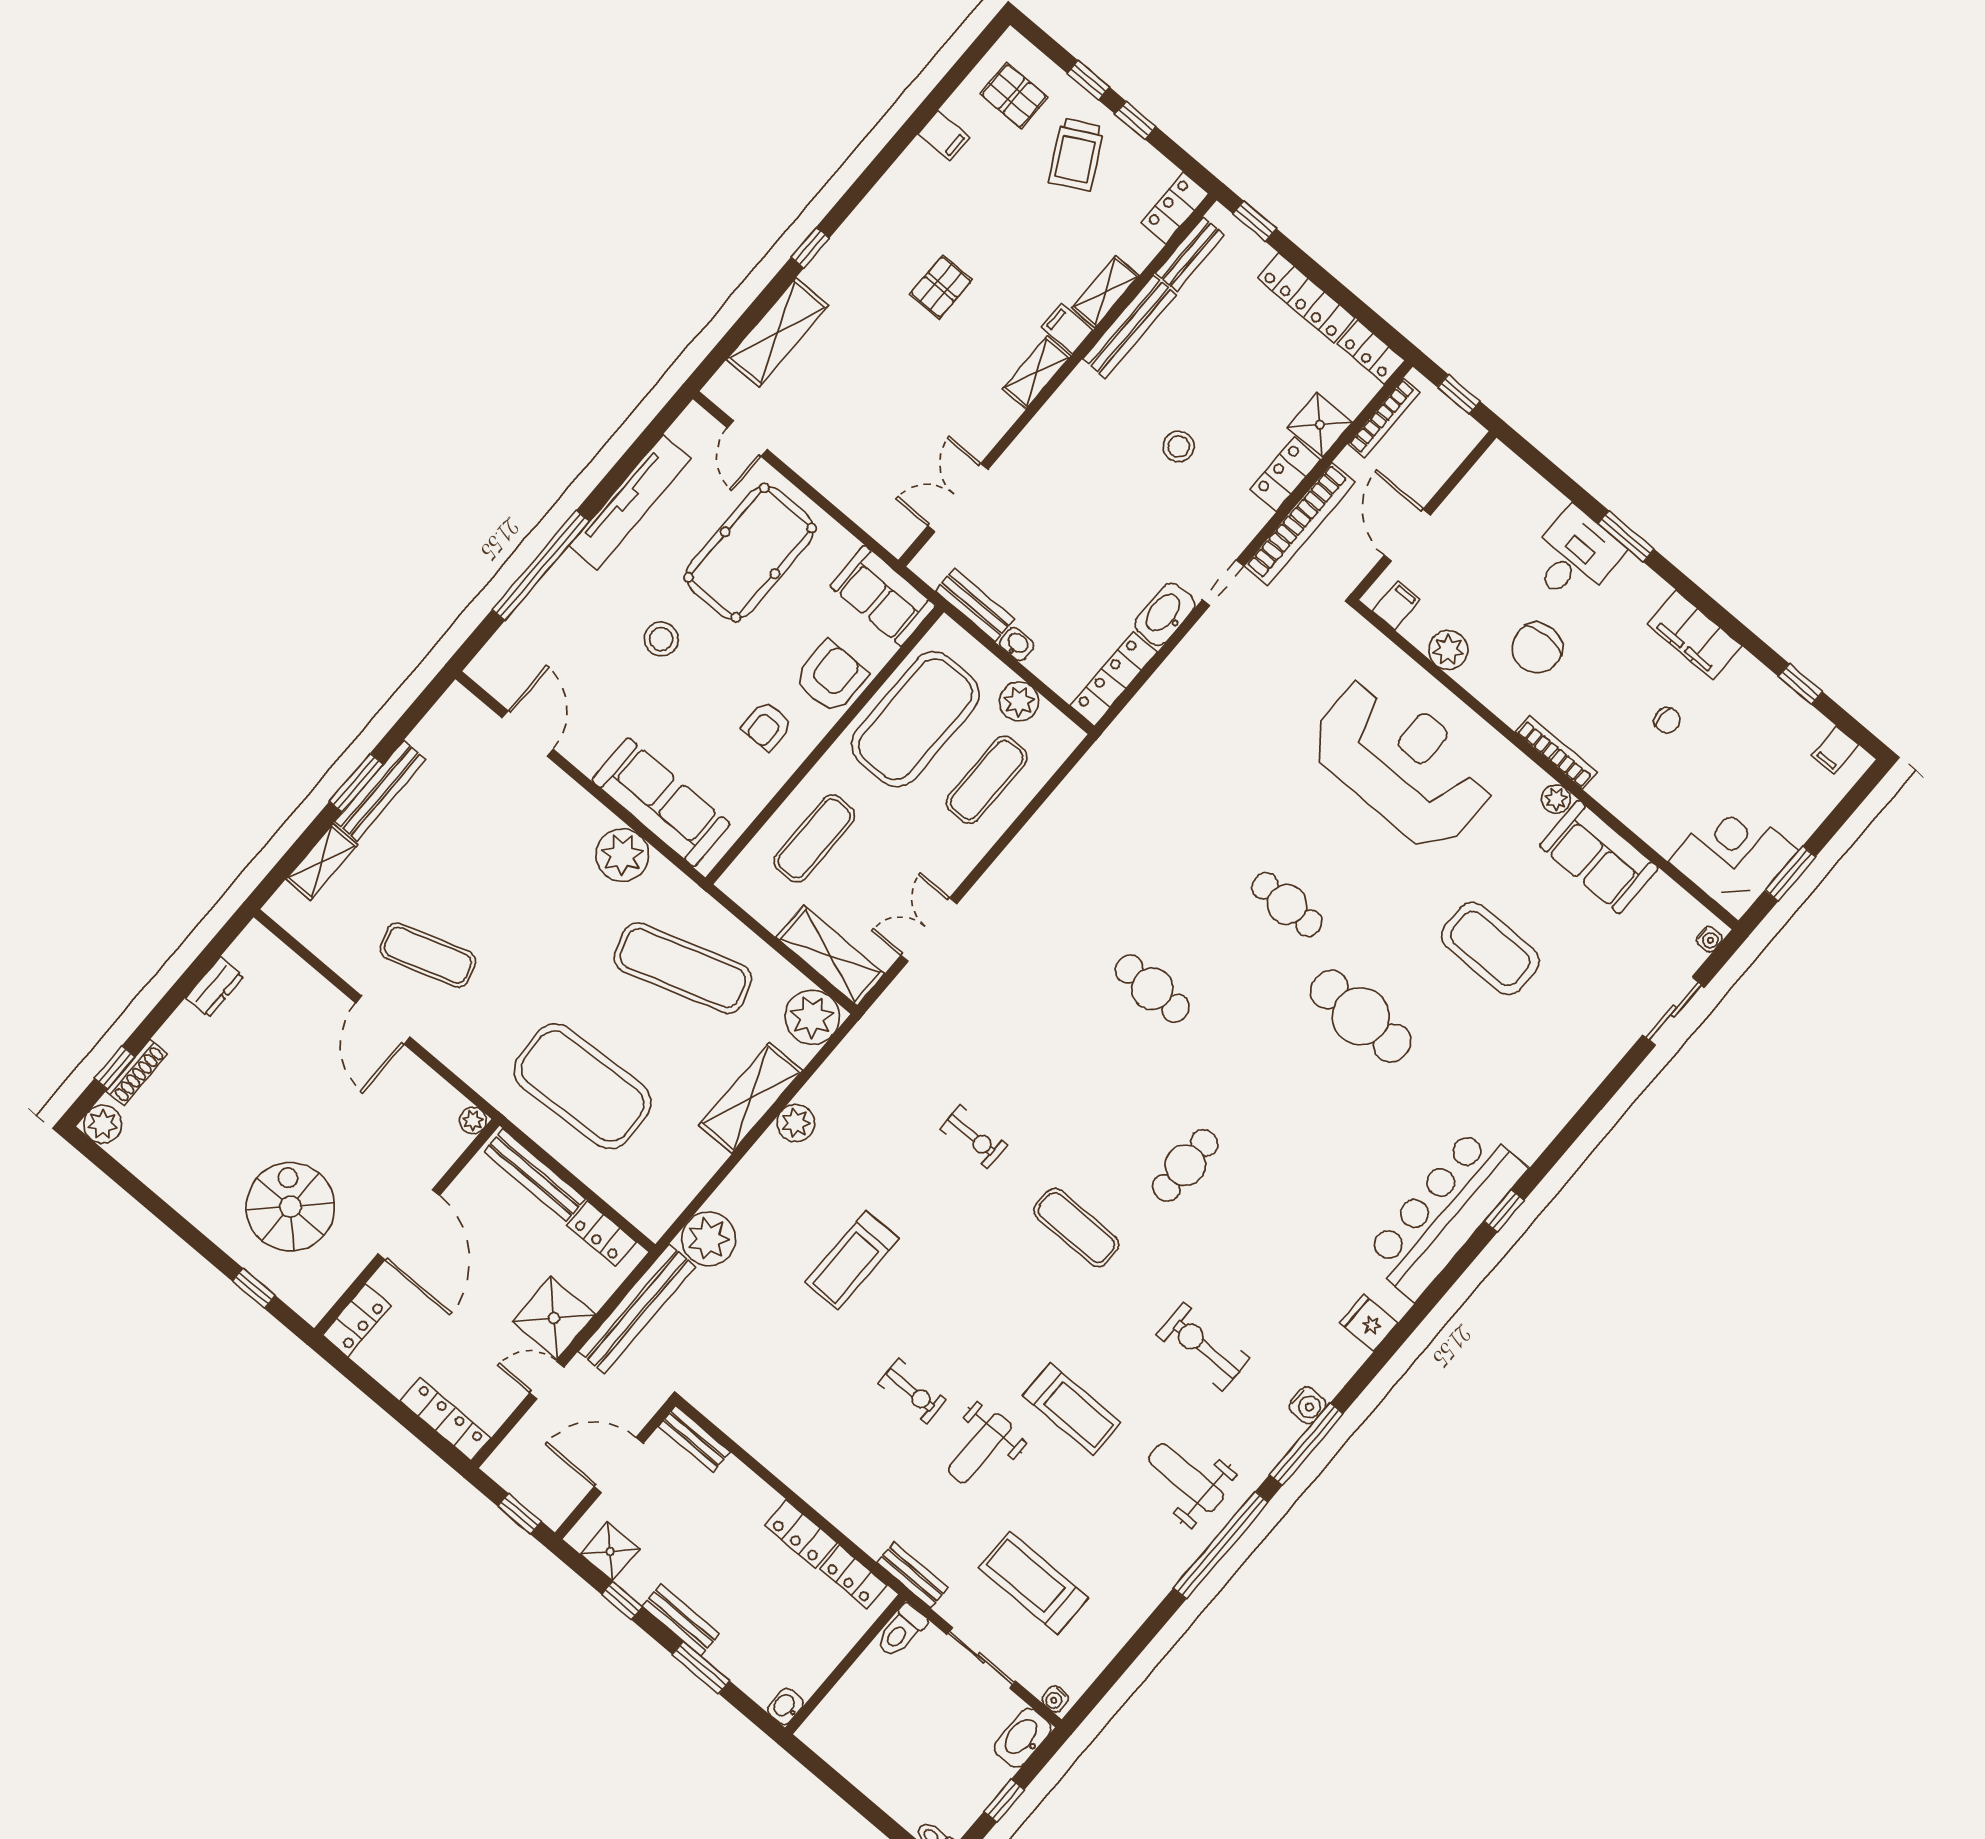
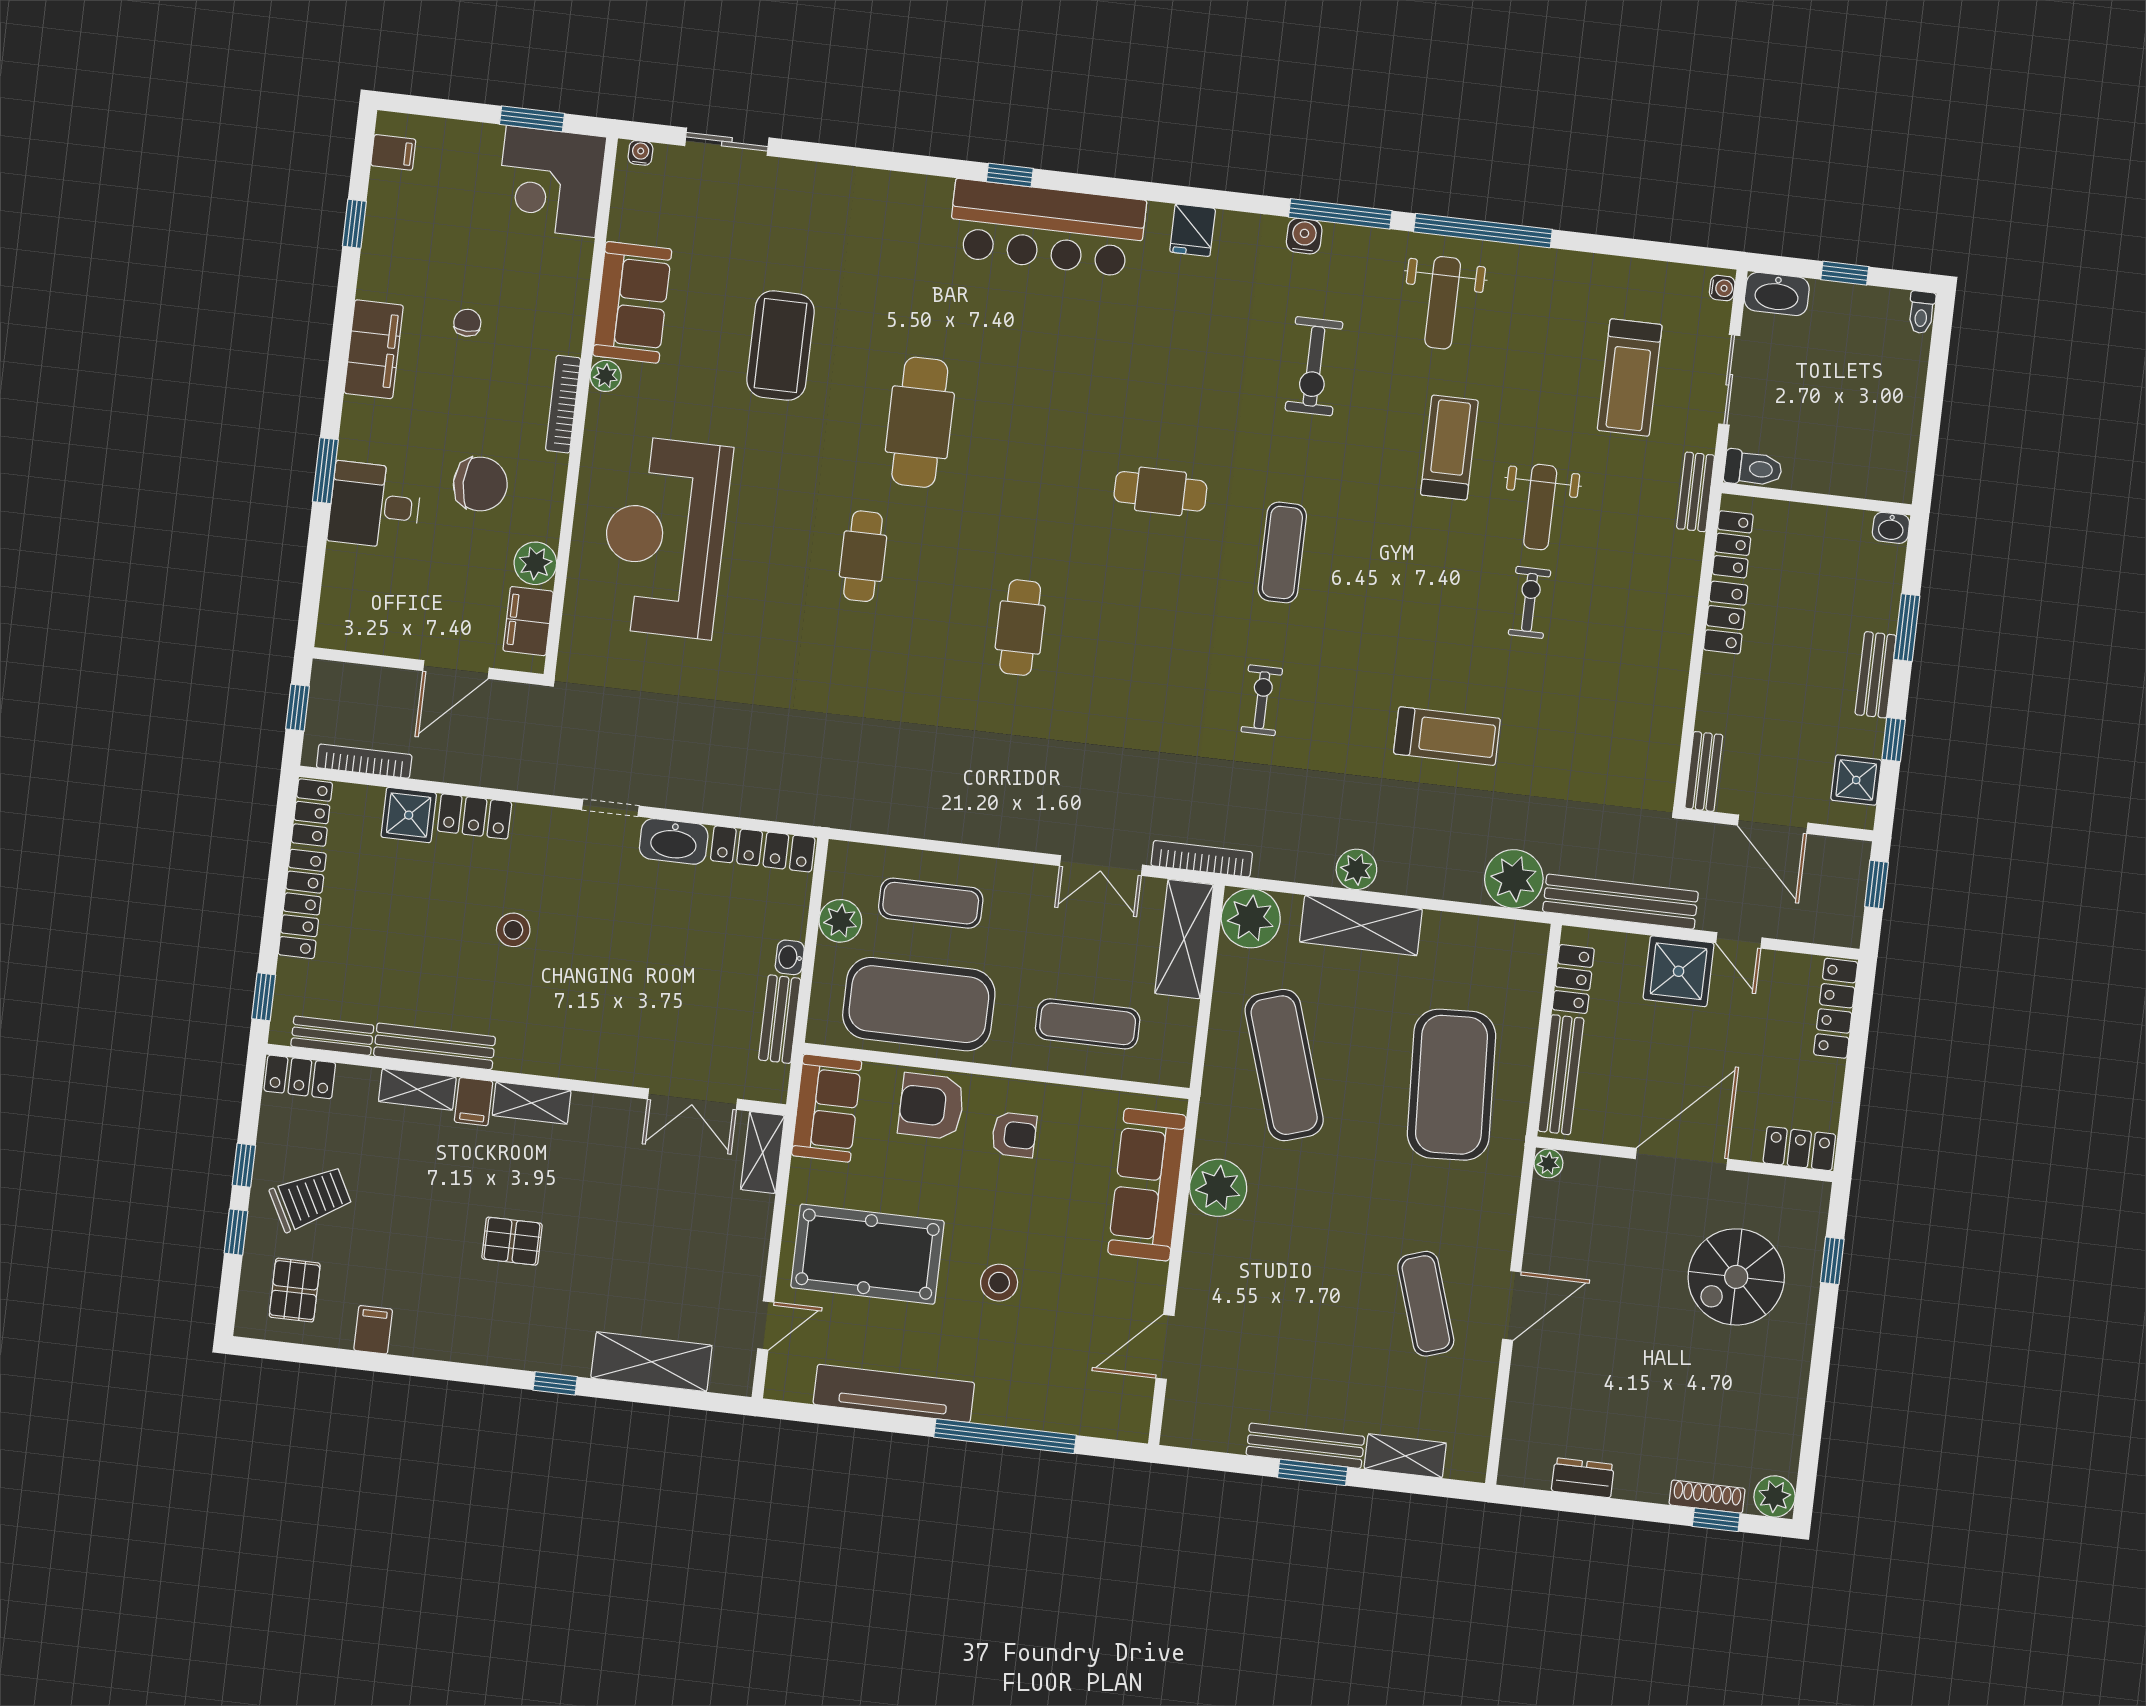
shelving: (881, 524) -> (763, 1153), added
bookcase: (1300, 524) -> (1202, 859), moved, width x0.68, depth x0.76
filing cabinet: (1396, 605) -> (528, 621), width x2.00
weight bench: (980, 1448) -> (1540, 507), turned 90

